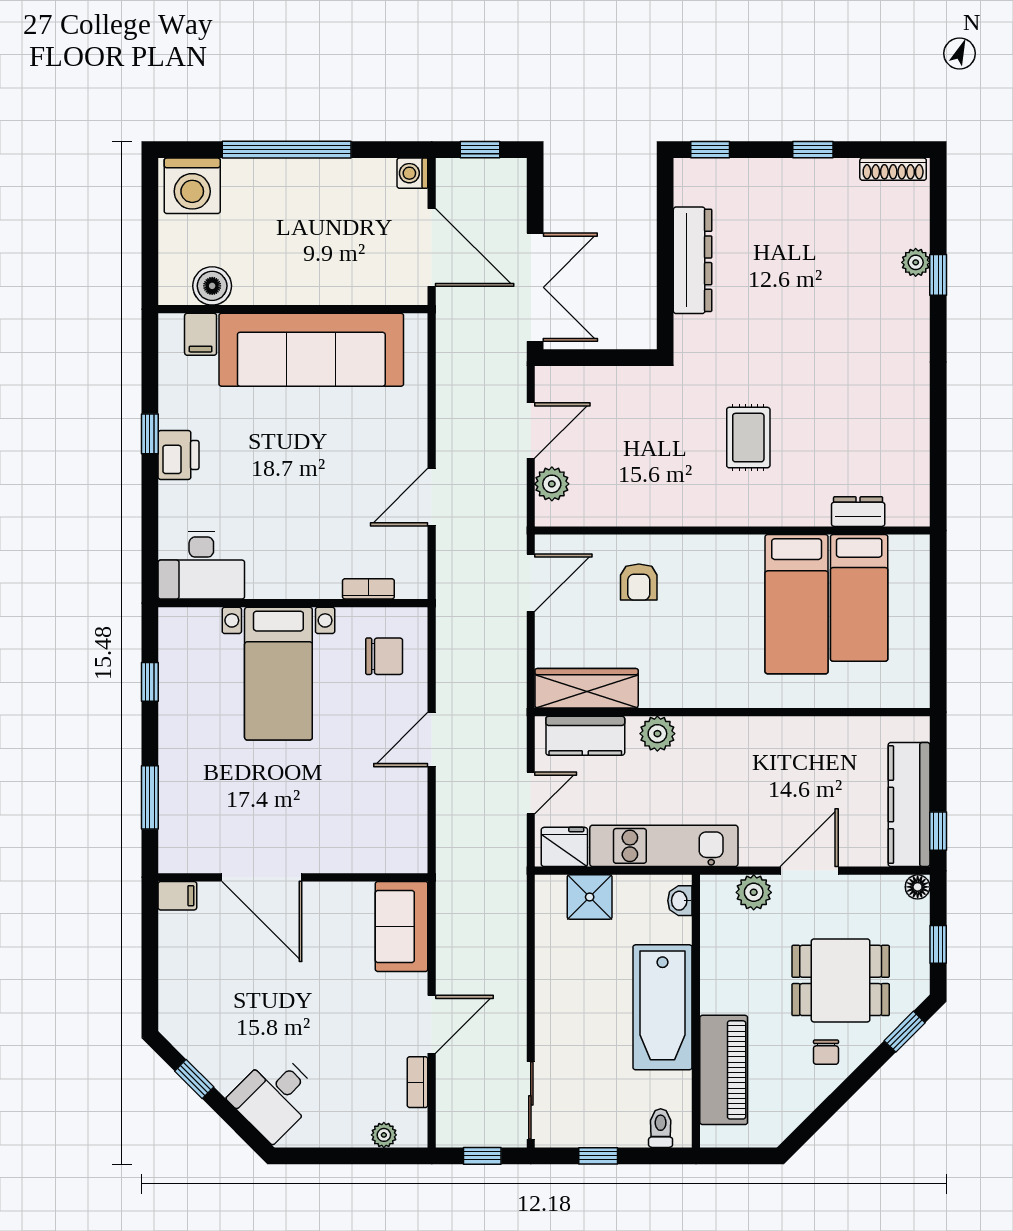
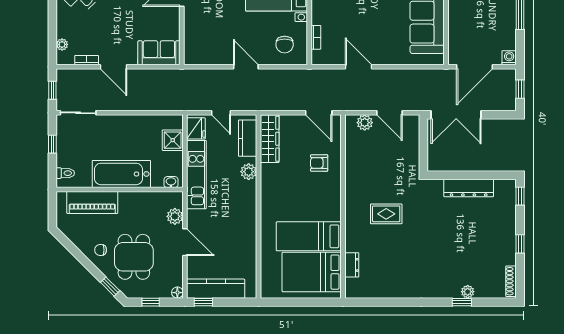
bed: (859, 598) -> (312, 272), width x1.50

